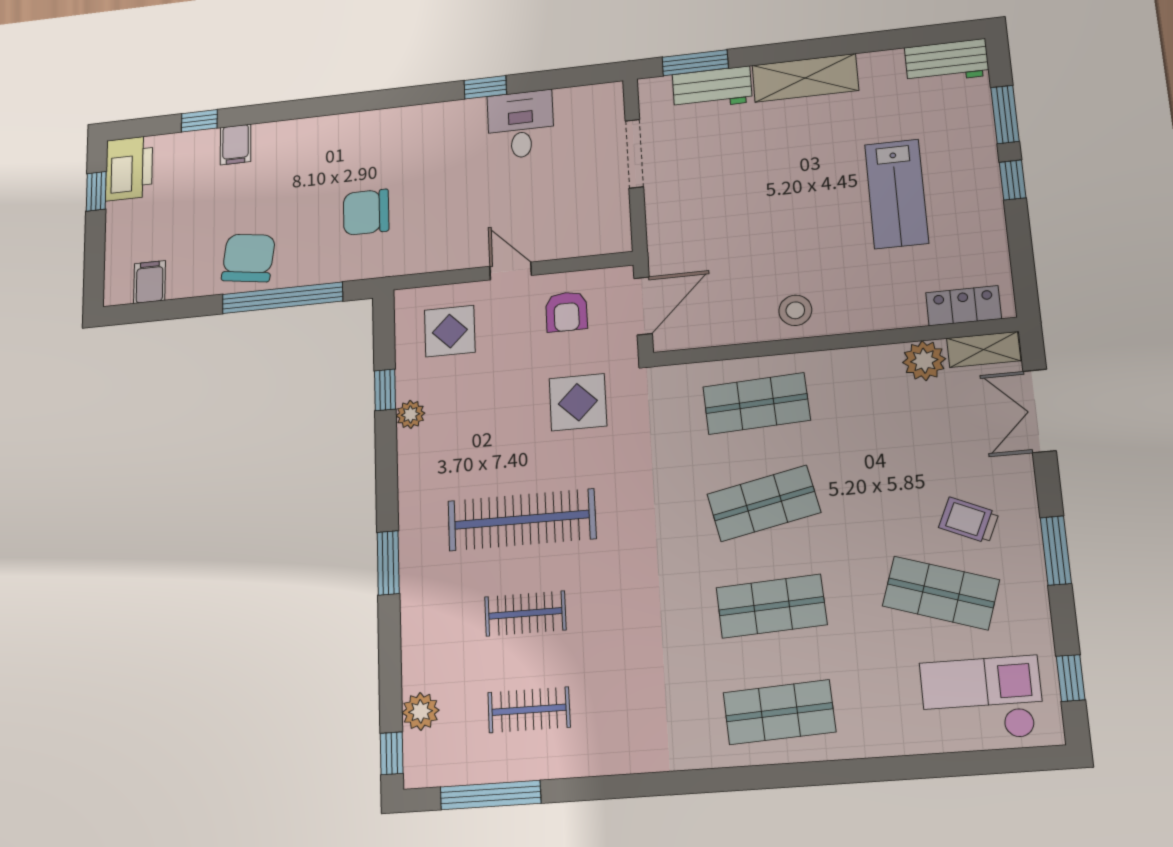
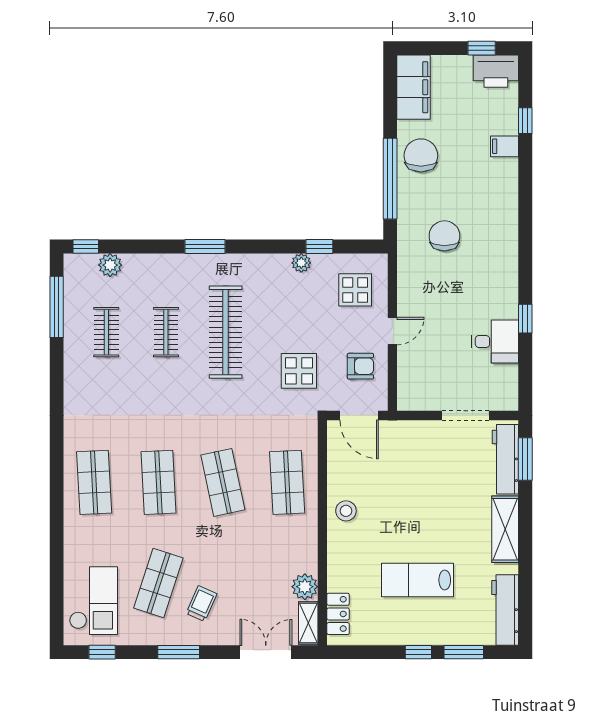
workbench: (947, 62) -> (505, 610), width x1.37
workbench: (712, 88) -> (505, 459), width x1.38
chair: (248, 258) -> (421, 155), turned -98
filing cabinet: (150, 282) -> (414, 87), width x3.00, depth x1.17
armchair: (566, 312) -> (360, 366), turned 180

